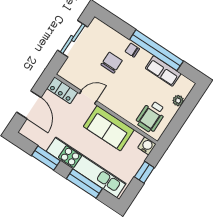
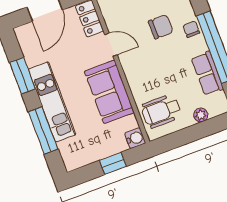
kitchen unit: (86, 167) -> (52, 102), width x0.73

